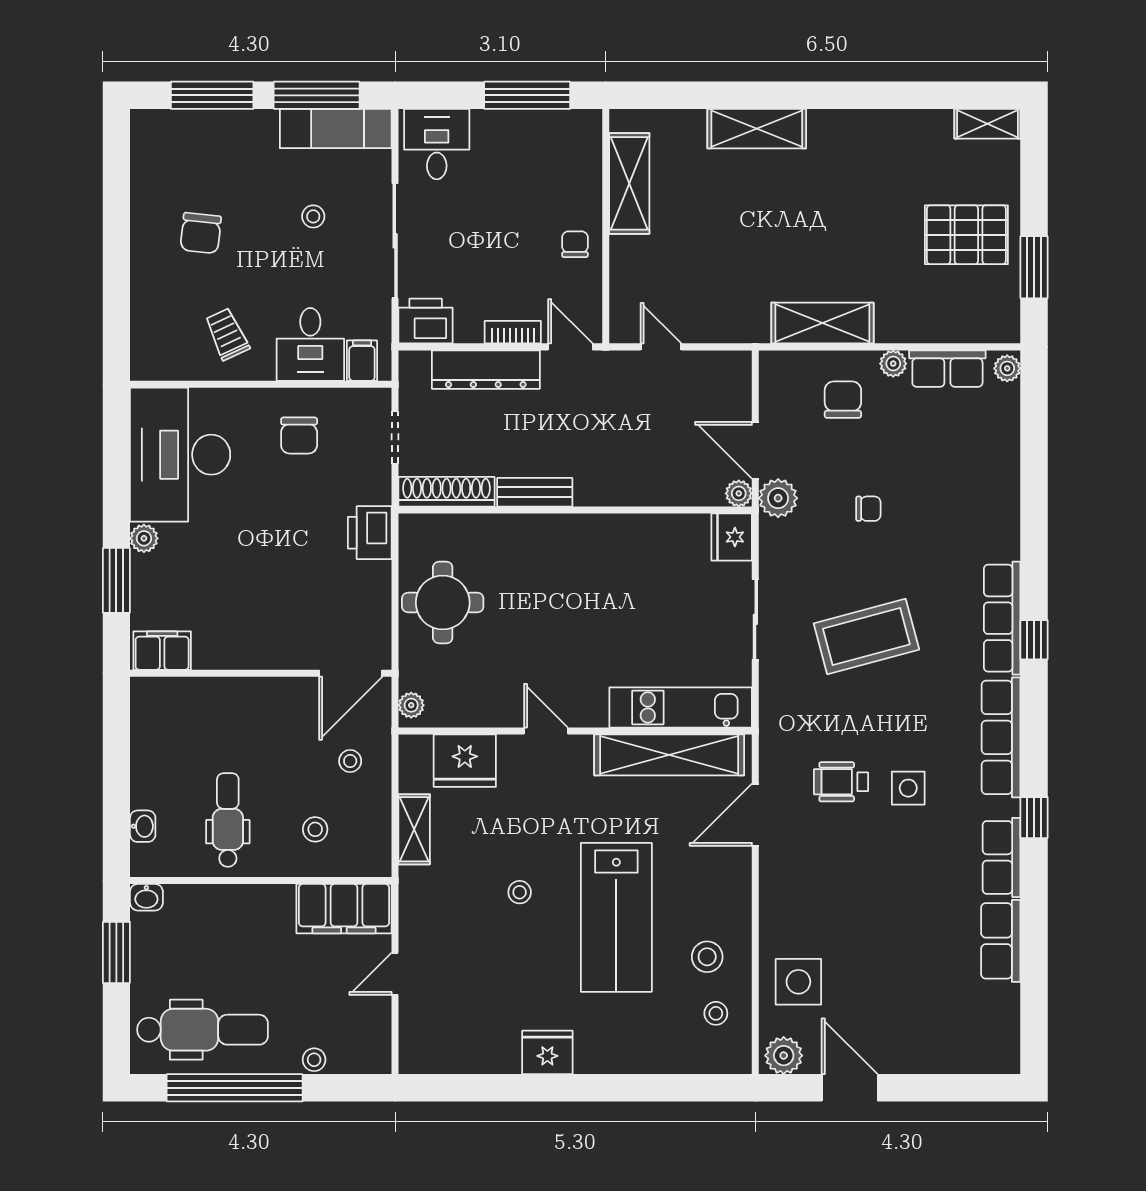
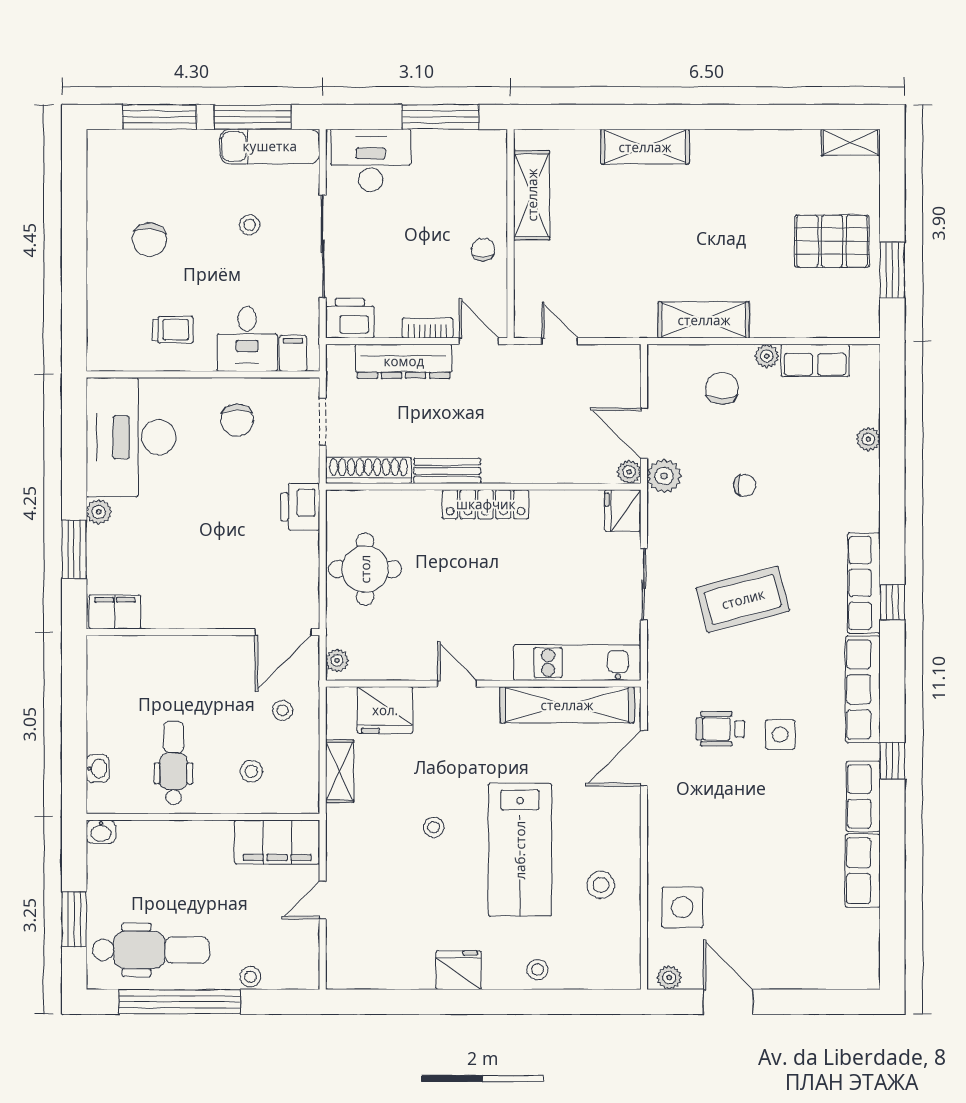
desk: (437, 144) -> (371, 160), width x1.37
trolley: (227, 334) -> (173, 330), turned 115
plant: (1007, 368) -> (868, 439), moved
locker: (578, 530) -> (486, 504), added
window: (116, 952) -> (74, 919), moved
stool: (716, 1013) -> (537, 970), moved
plant: (784, 1056) -> (669, 977), width x0.73, depth x0.73

